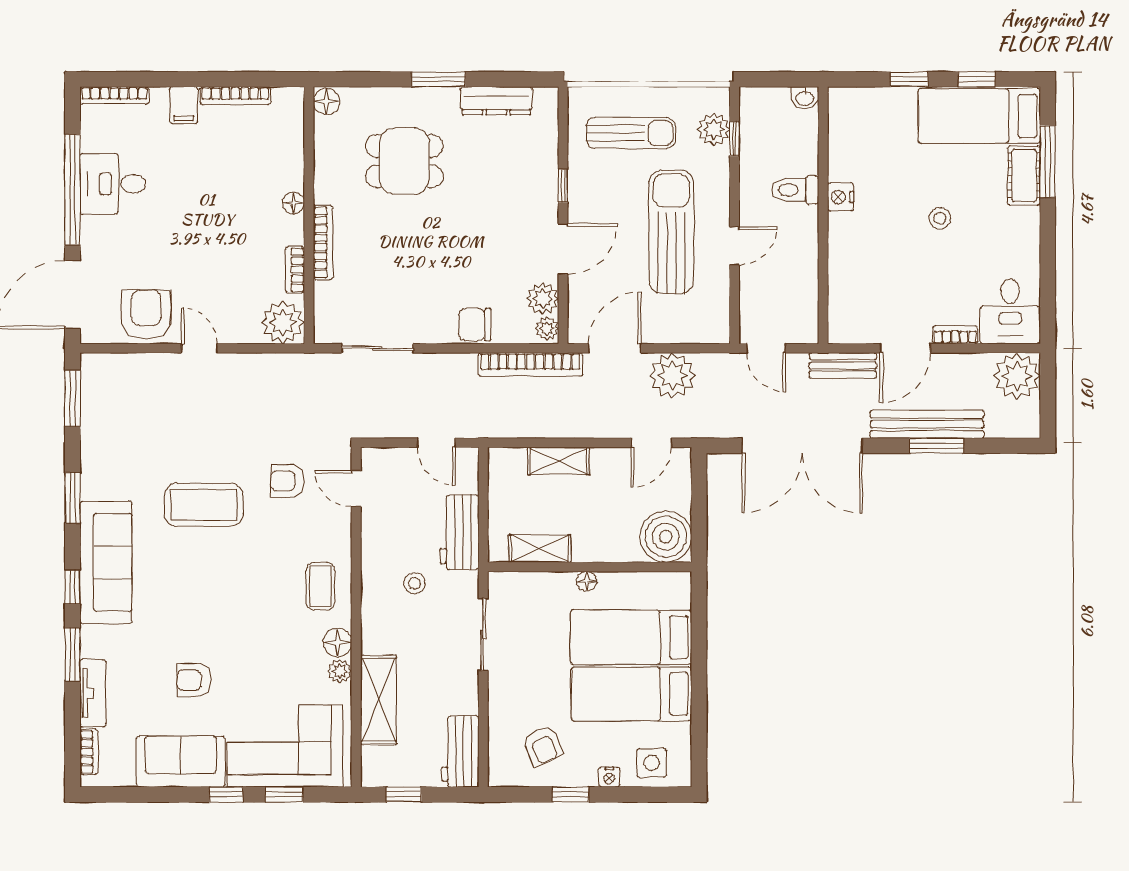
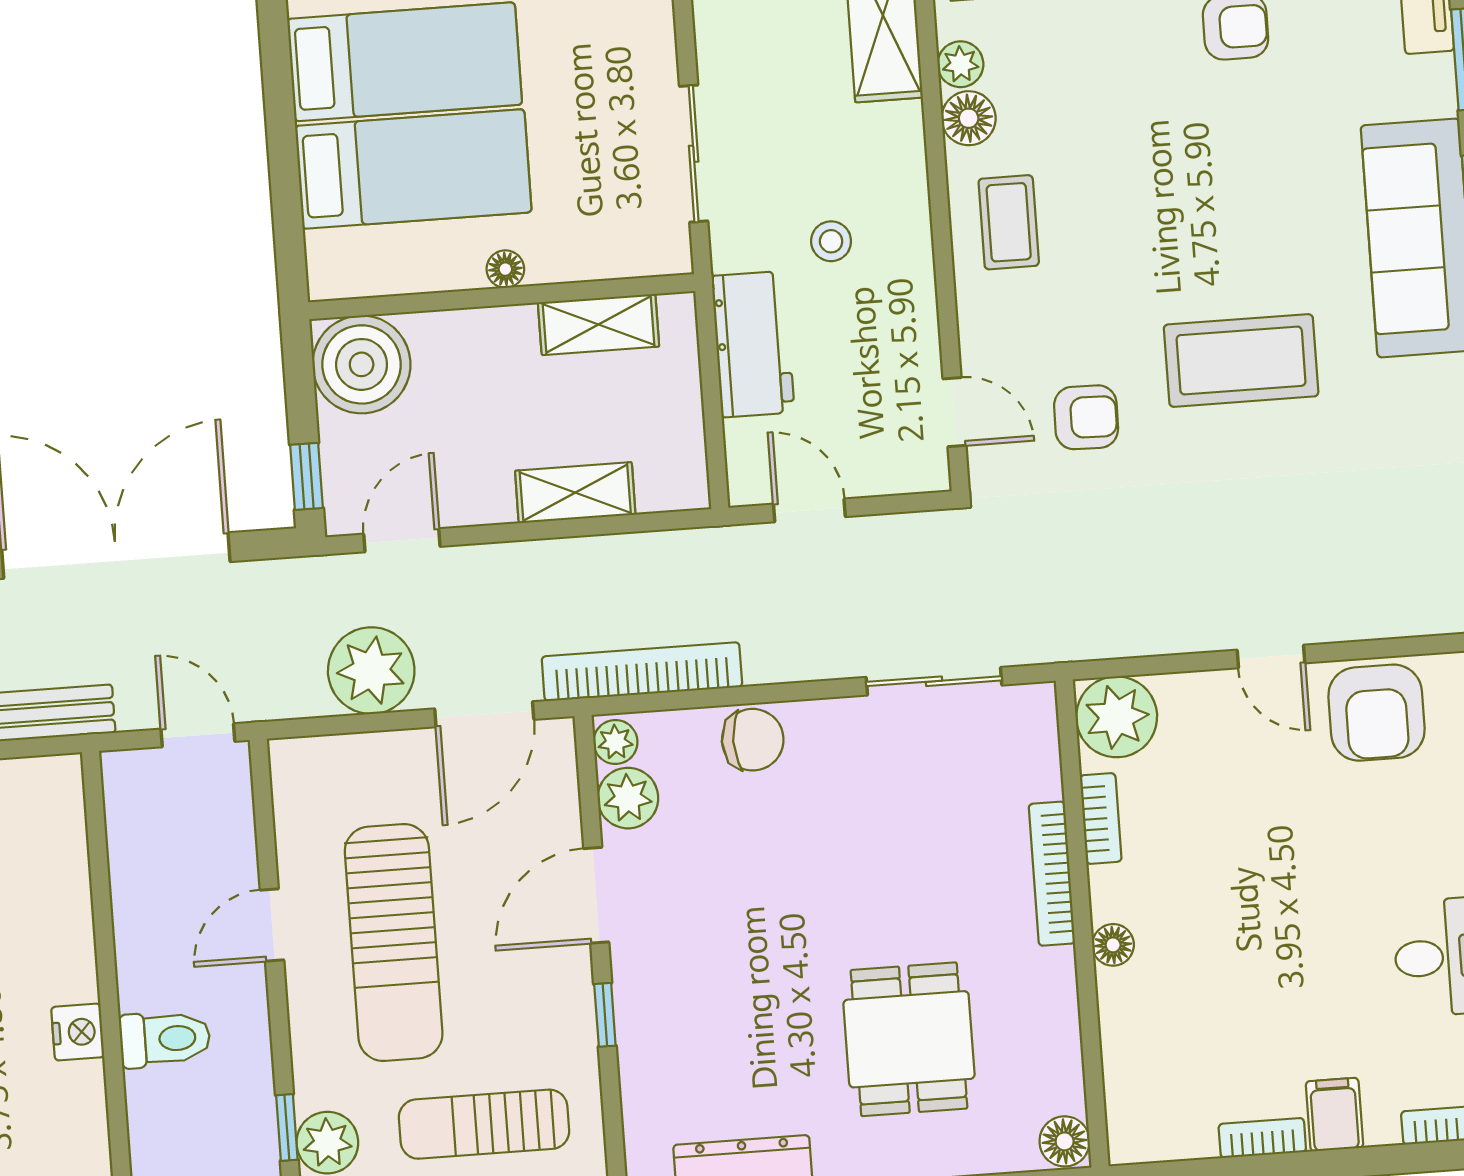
bookcase: (235, 96) -> (1262, 1138), width x0.64
dining table: (404, 161) -> (909, 1039), turned 90
window: (699, 480) -> (307, 476), added

